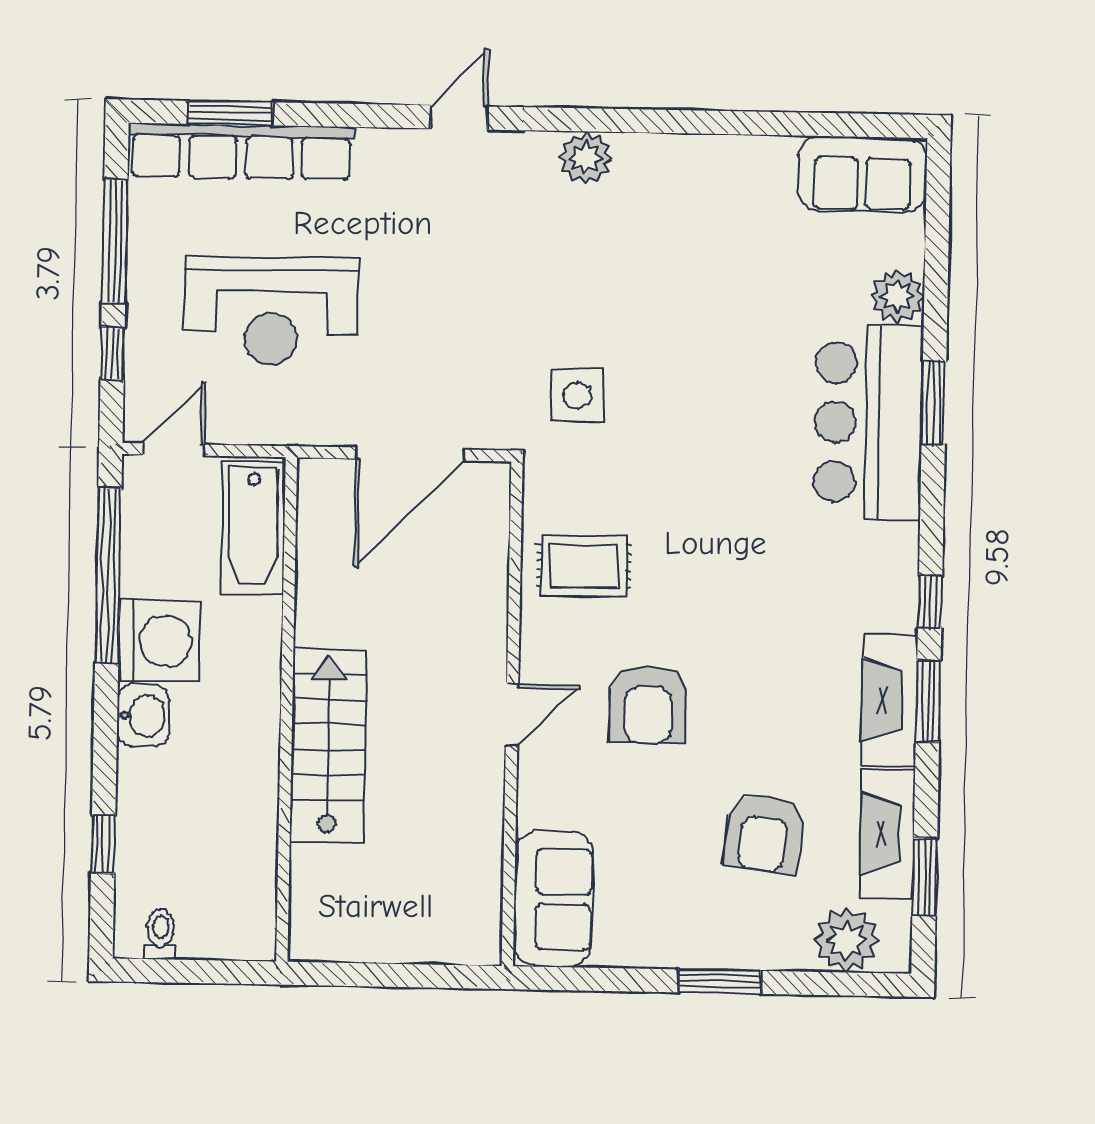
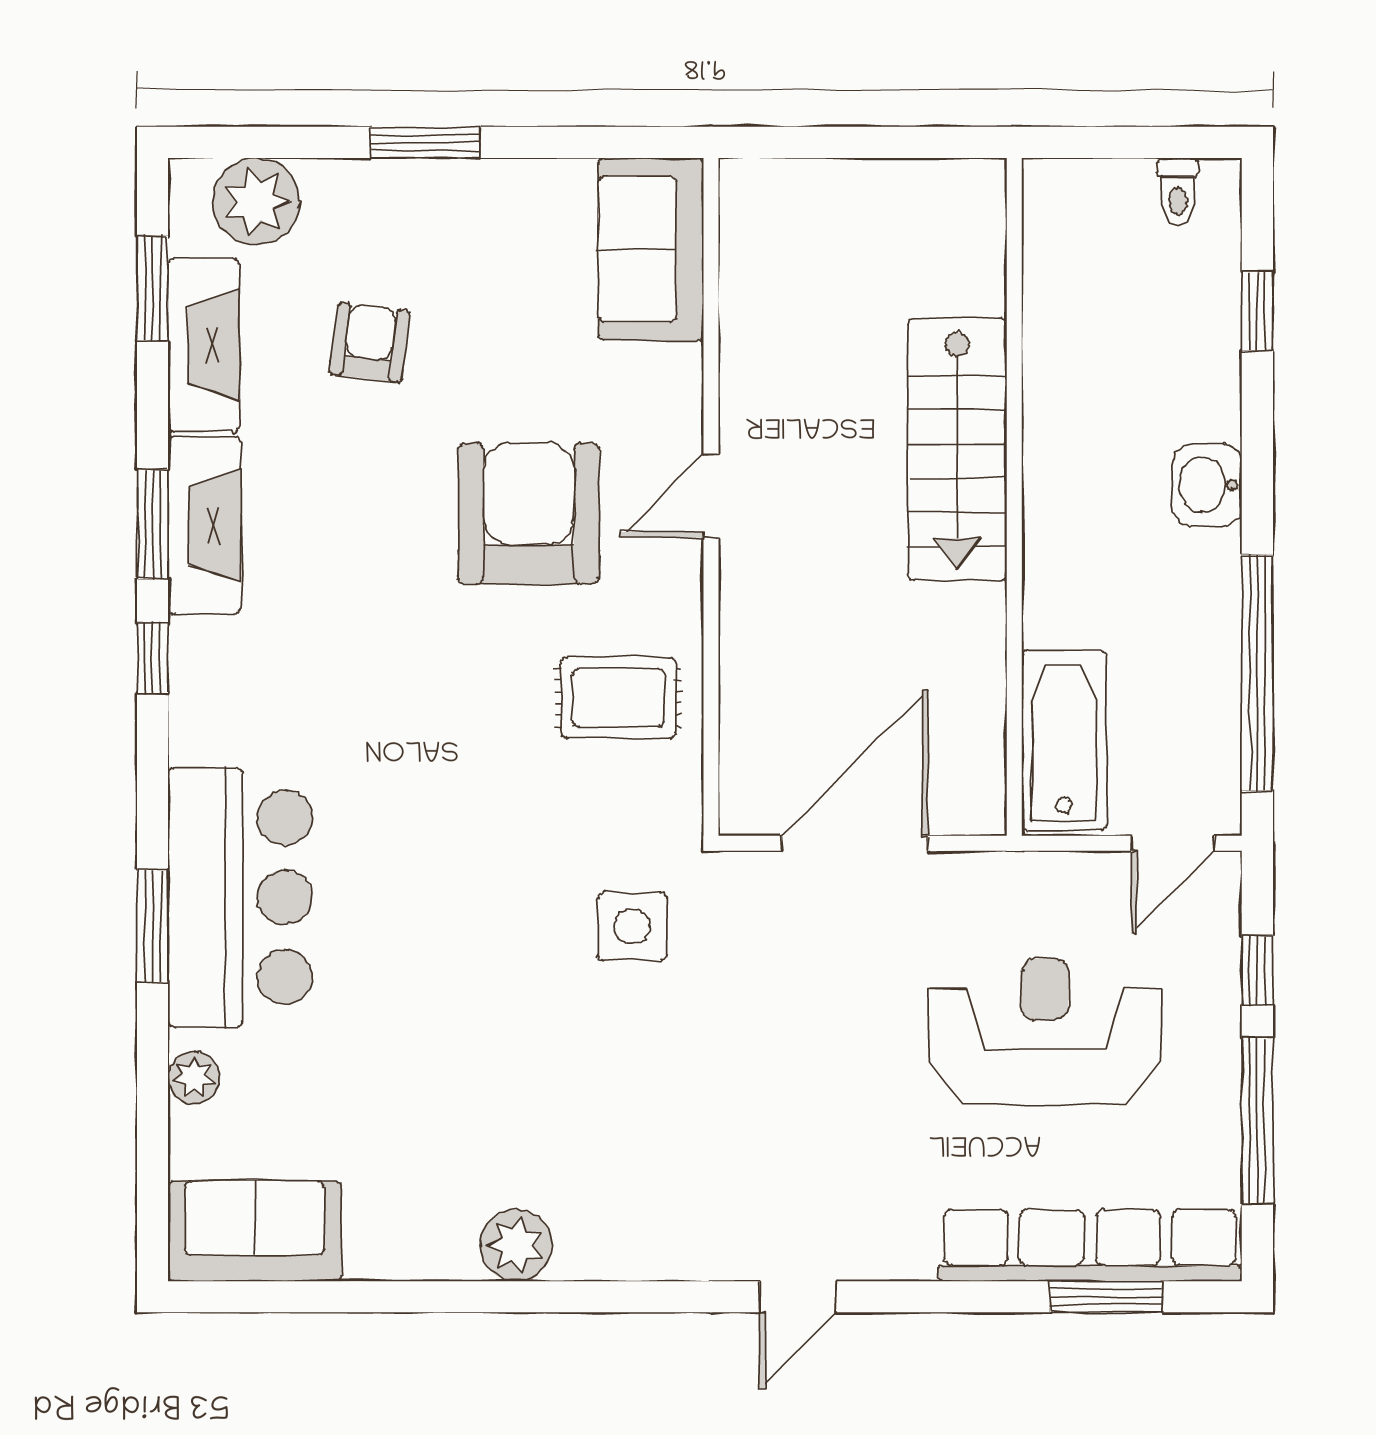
plant: (586, 158) -> (516, 1245), moved
plant: (898, 296) -> (194, 1078), width x0.73, depth x0.73
washing machine: (159, 641) -> (1187, 586), removed
armchair: (648, 704) -> (529, 513), width x1.36, depth x1.36
armchair: (764, 833) -> (370, 343), width x0.72, depth x0.72

